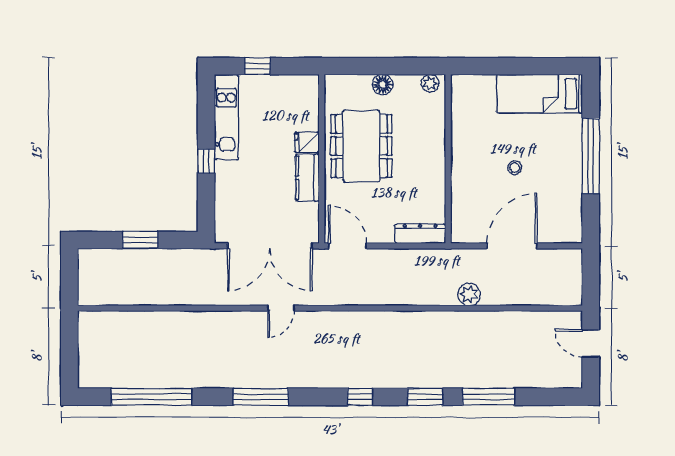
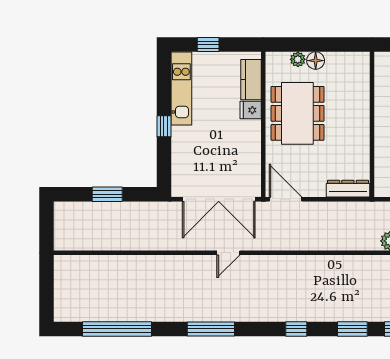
plant: (430, 83) -> (298, 59), moved
kitchen counter: (307, 178) -> (251, 80), moved

